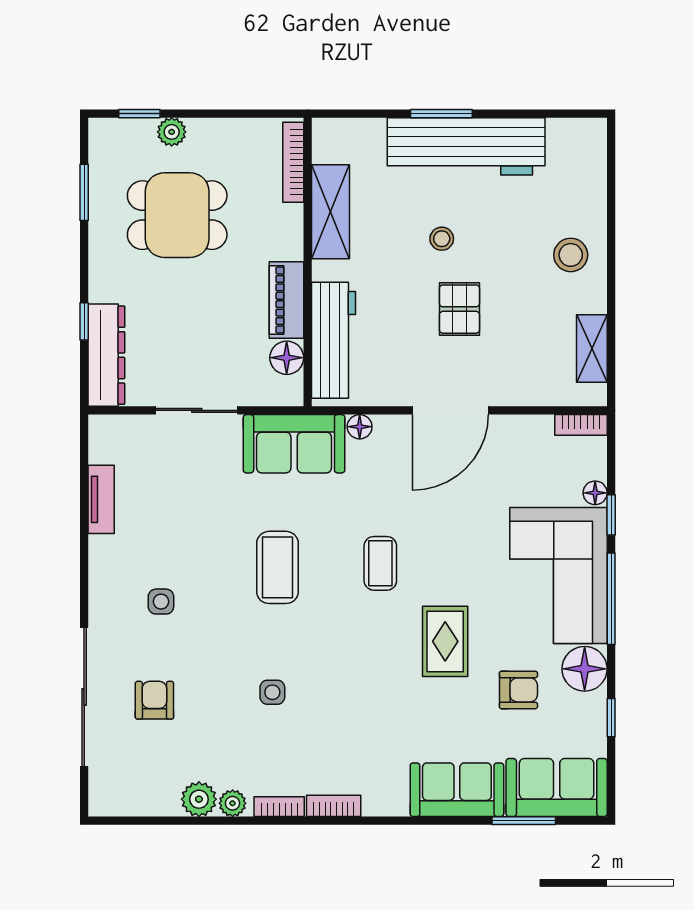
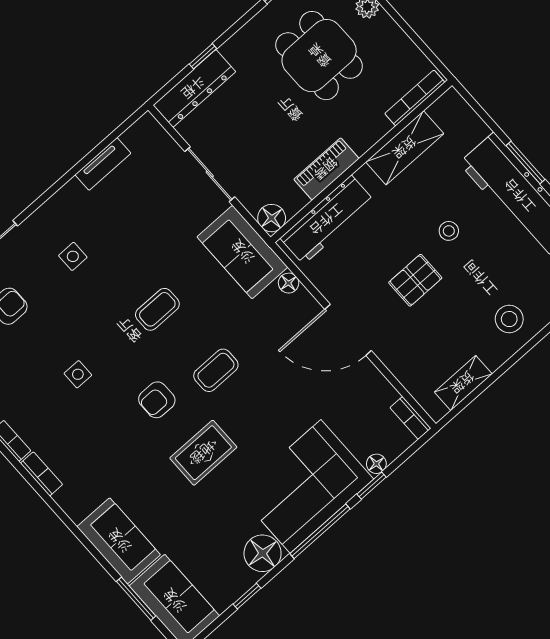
floor lamp: (287, 358) -> (272, 218), moved
coffee table: (278, 567) -> (157, 309), width x0.73, depth x0.77
armchair: (518, 690) -> (157, 400), moved, turned 90

